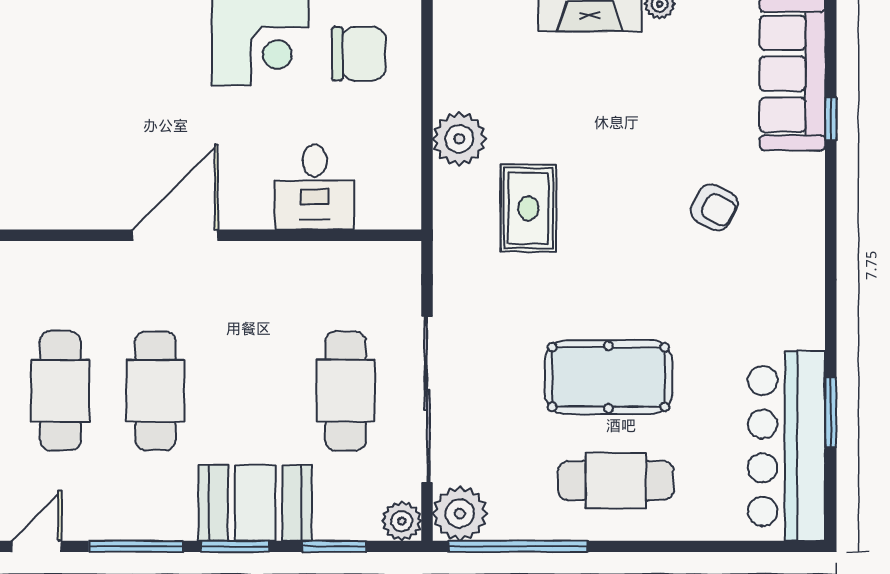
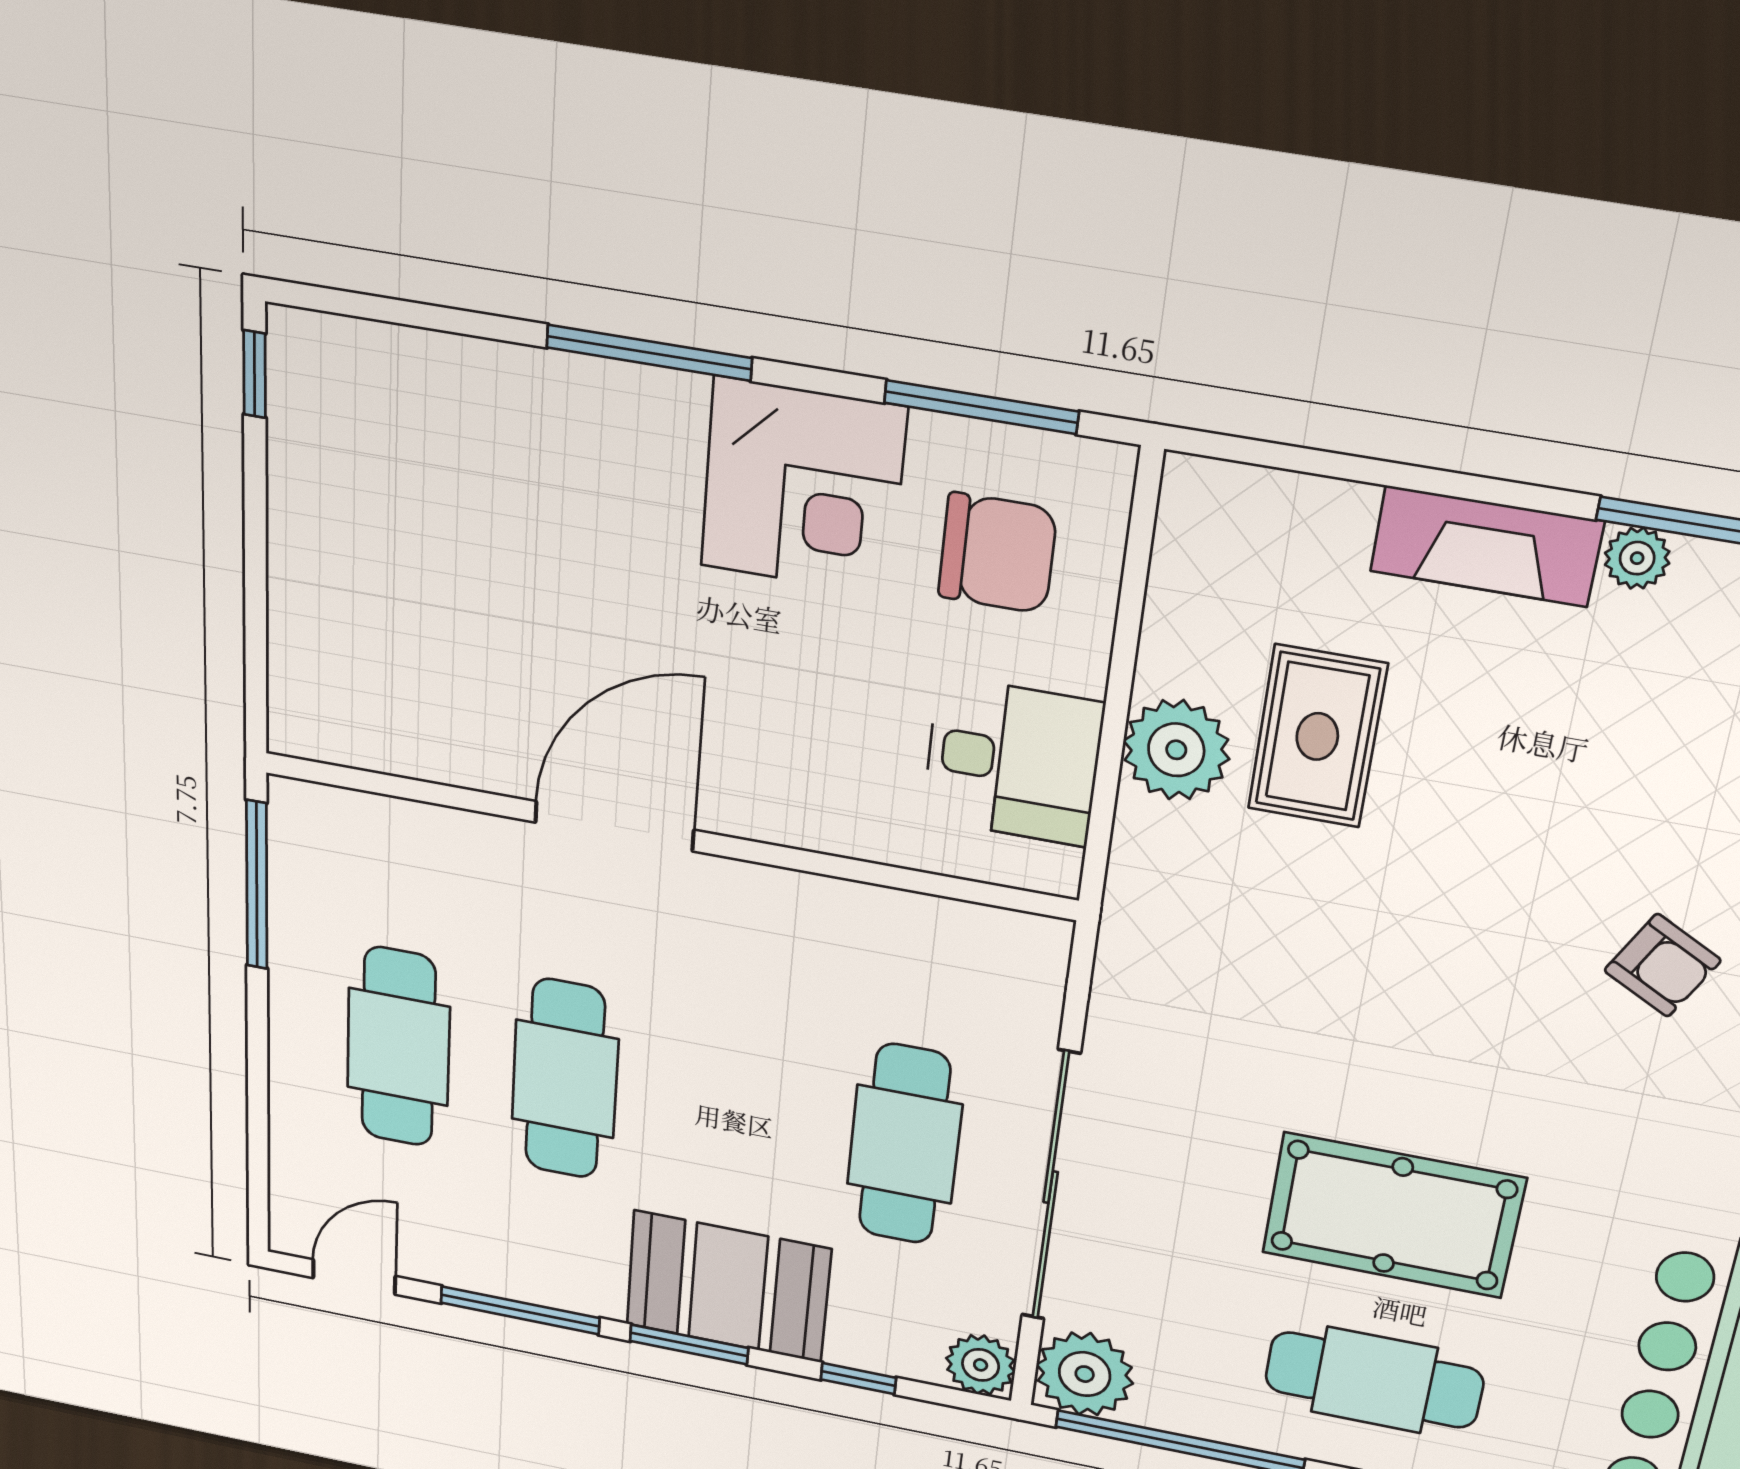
desk: (315, 187) -> (1013, 761), moved, turned -90
rug: (528, 208) -> (1317, 736), moved
window: (334, 546) -> (858, 1379), width x0.67

